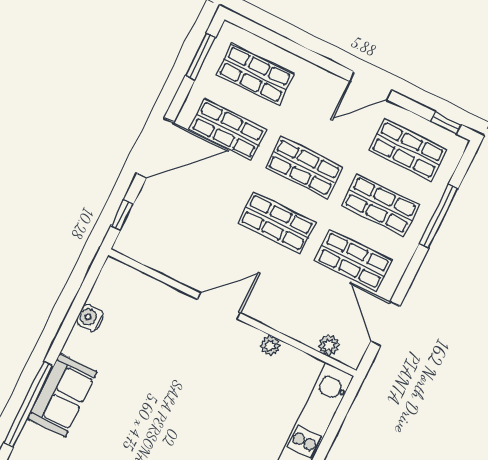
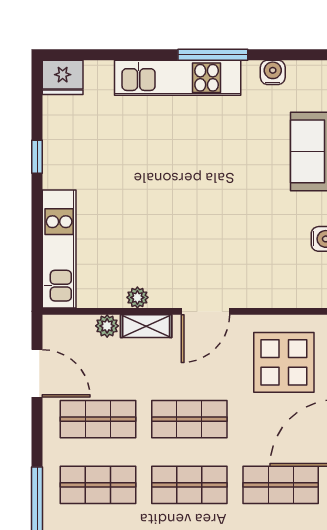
display table: (174, 231) -> (284, 362), added
shelving: (275, 318) -> (146, 326), added
plant: (329, 345) -> (107, 326), moved

